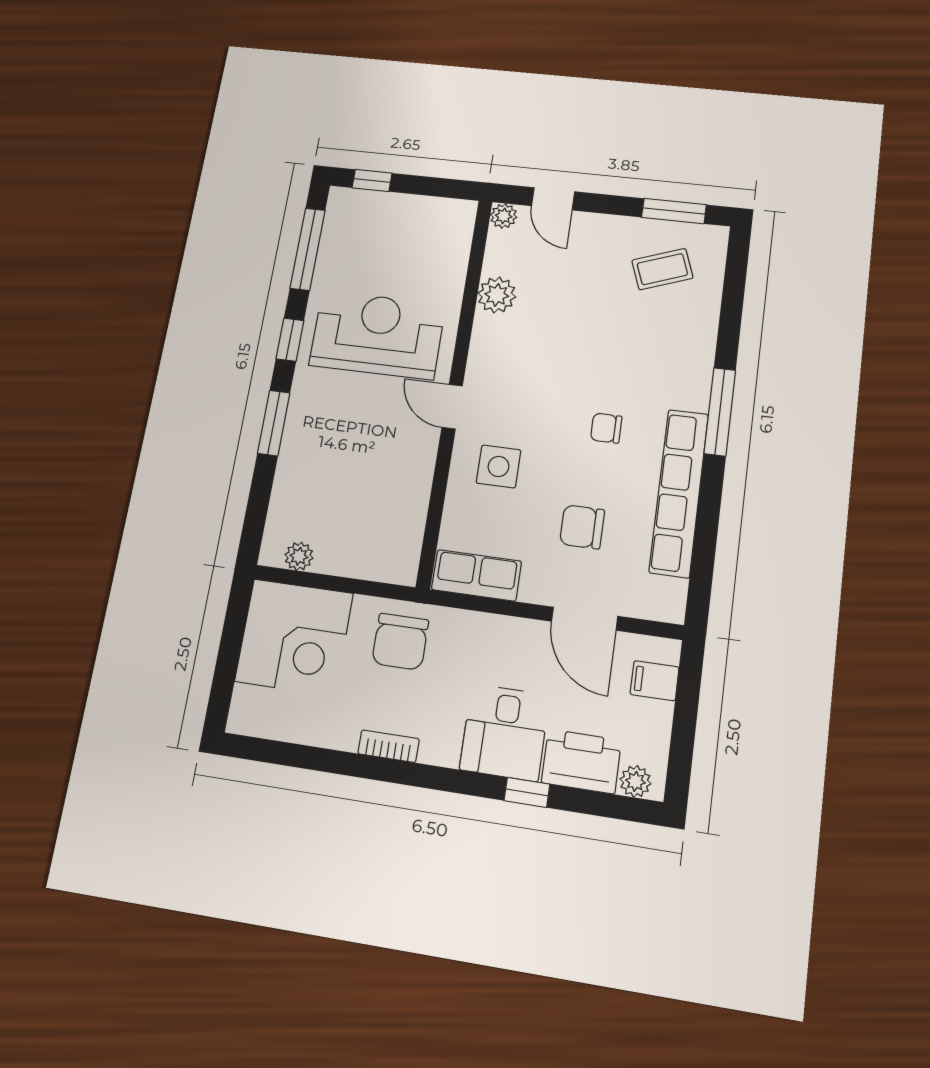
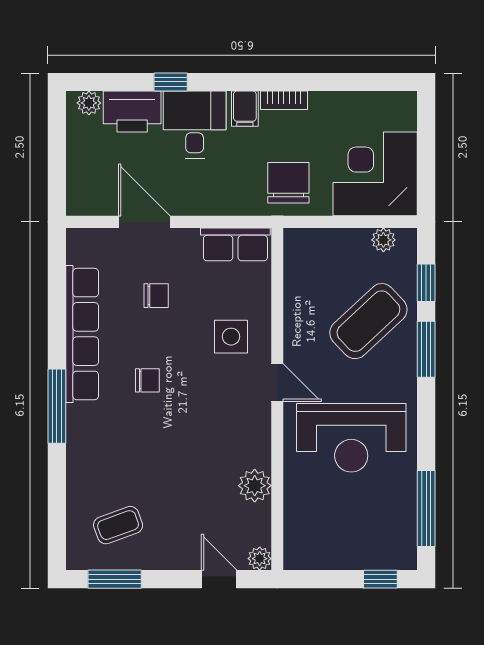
window: (290, 340) -> (426, 283), moved
coffee table: (334, 464) -> (368, 321), added
chair: (582, 527) -> (156, 296), width x0.73, depth x0.73
filing cabinet: (655, 681) -> (245, 109), moved, turned 90

